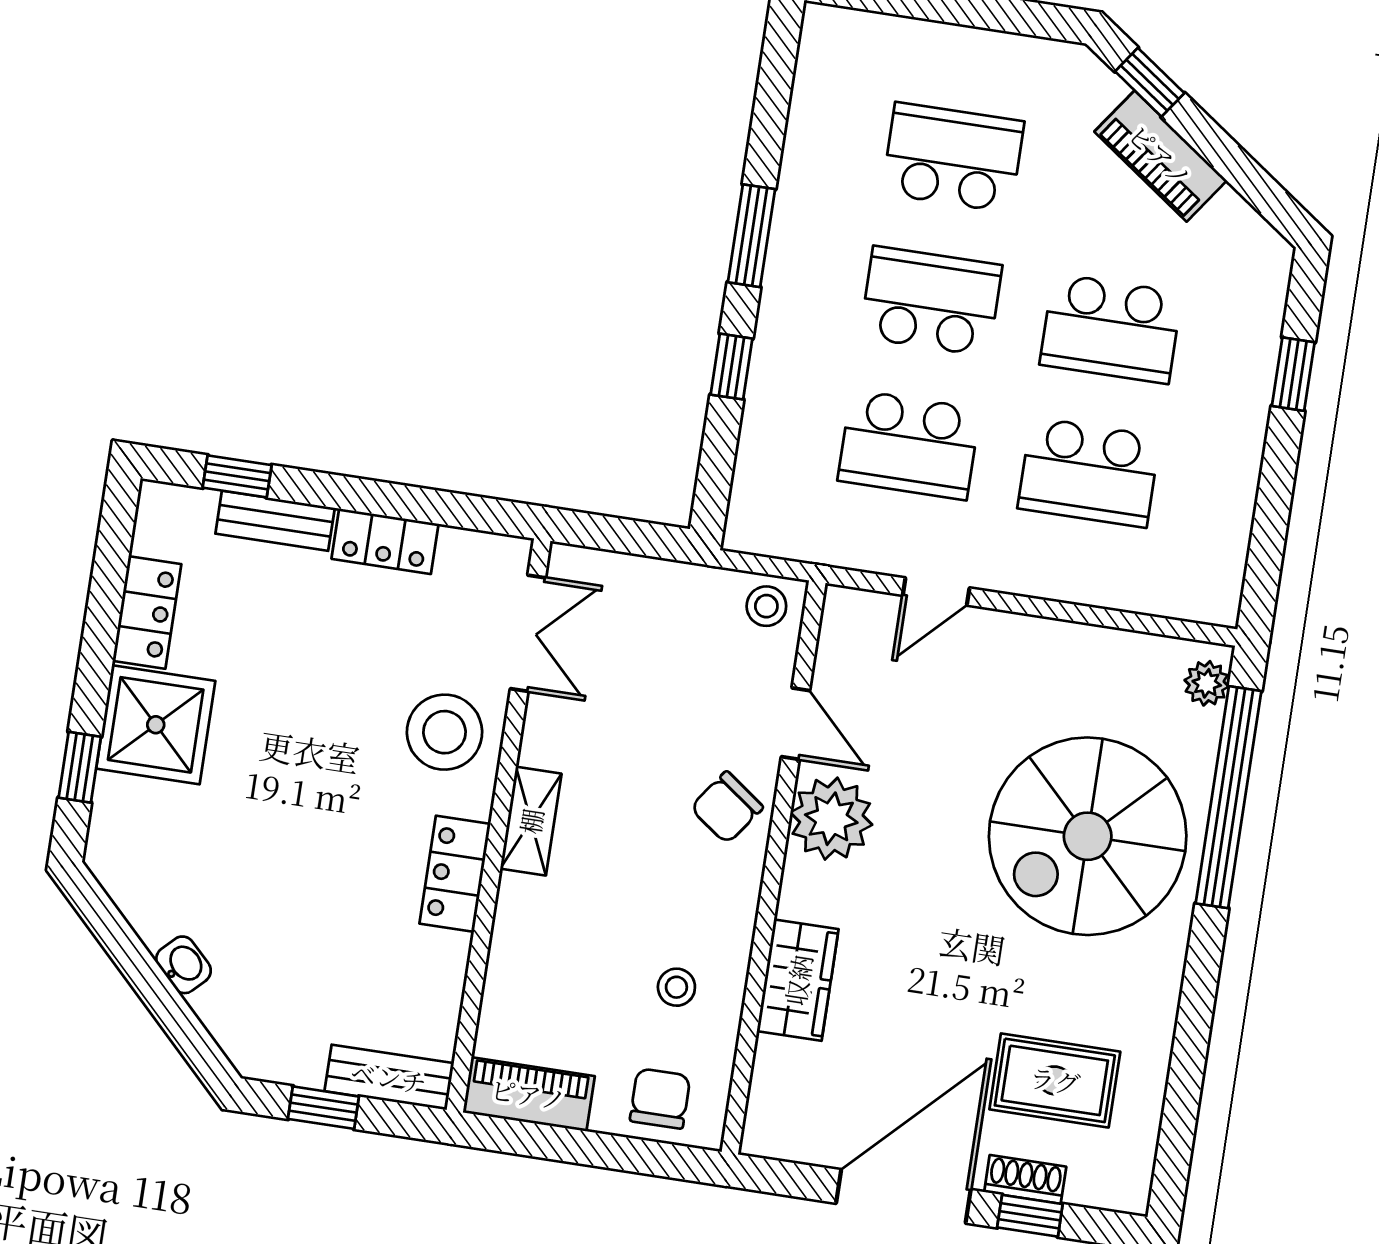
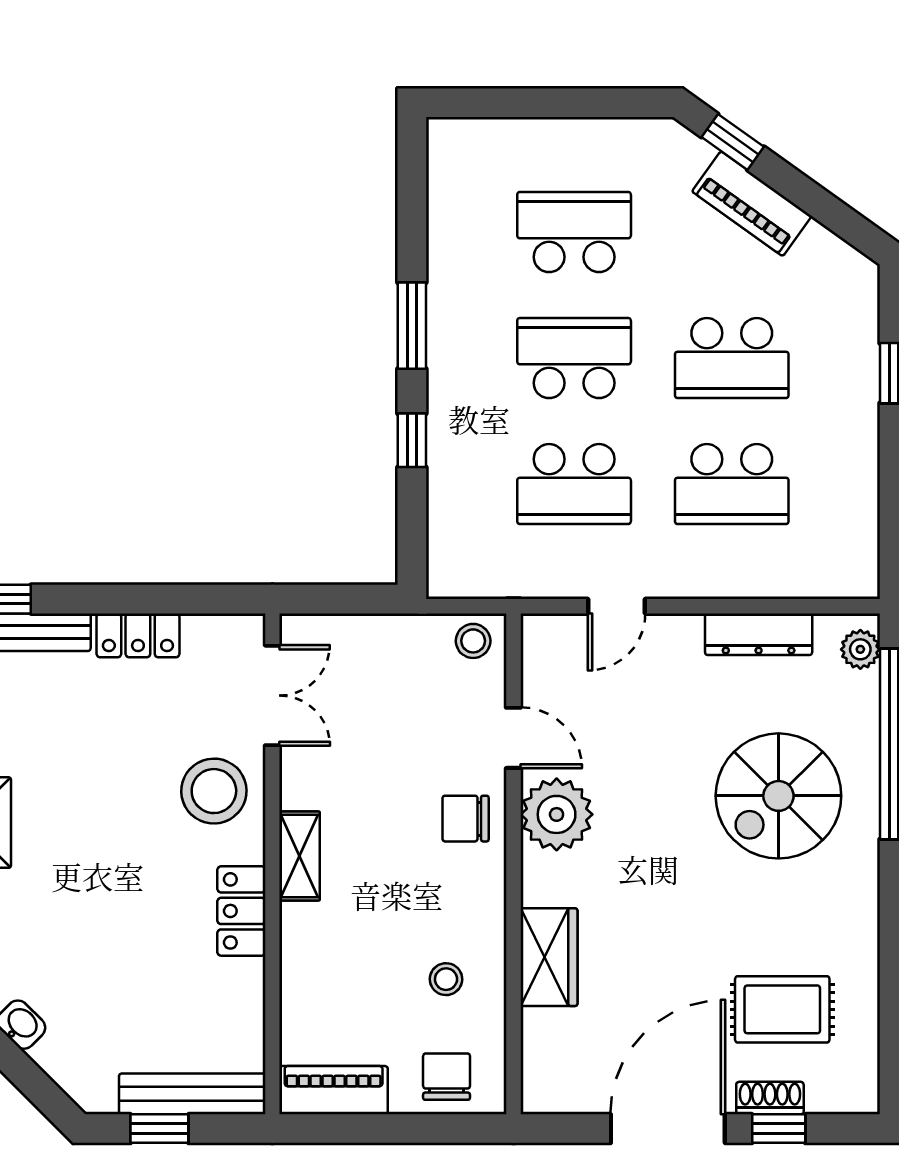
dresser: (1093, 648) -> (759, 634), added
chair: (727, 807) -> (466, 819), turned 54
spiral stairs: (1088, 836) -> (778, 796), width x0.73, depth x0.73
bench: (389, 1077) -> (192, 1094), width x1.36

